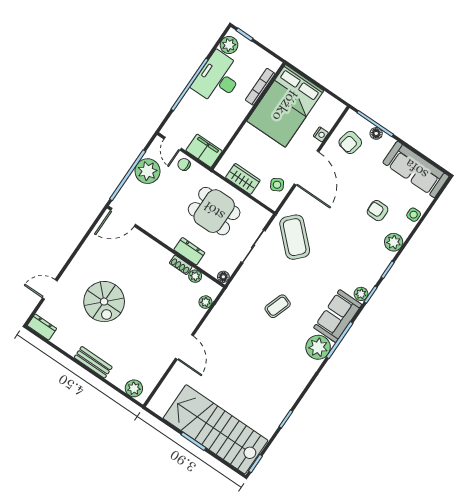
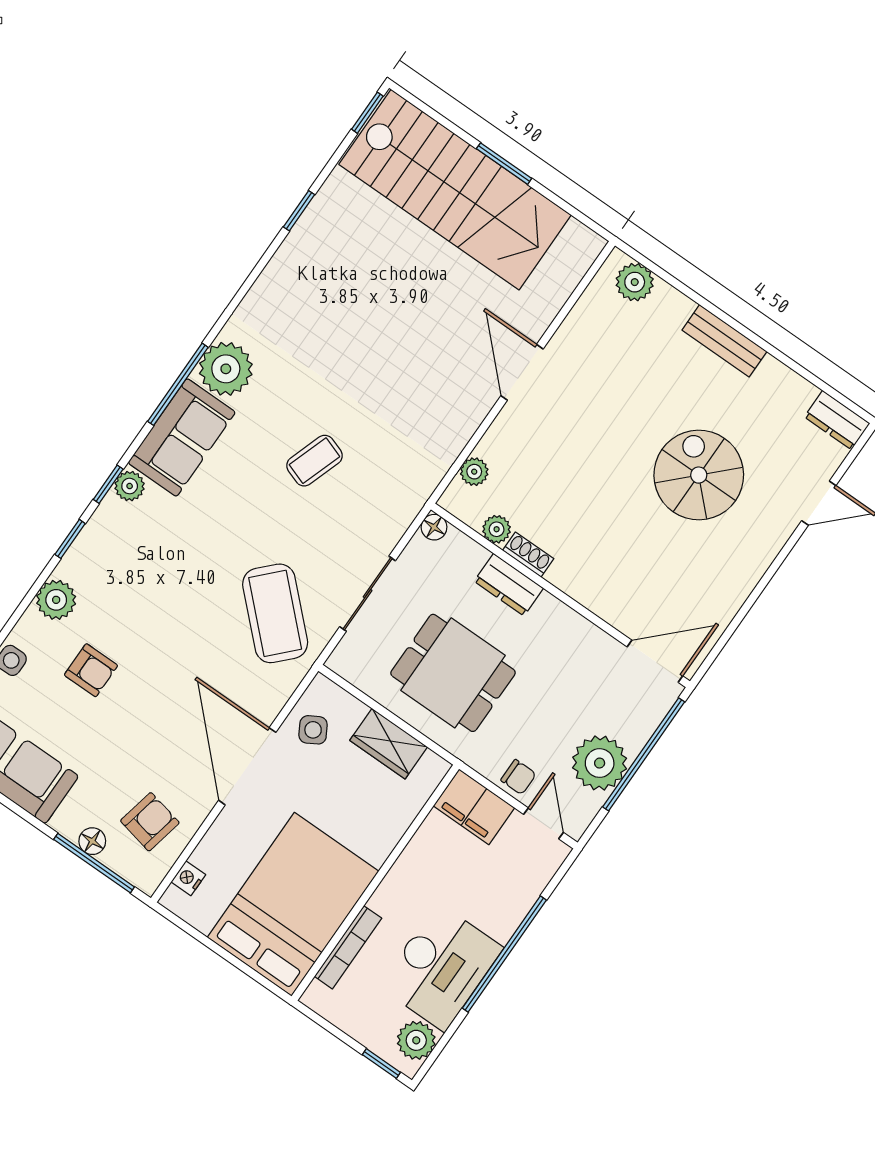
nightstand: (321, 134) -> (188, 878), moved

